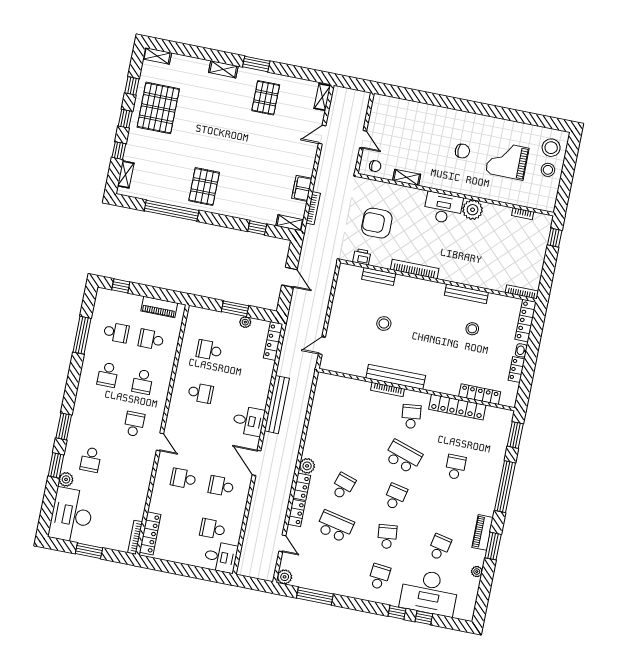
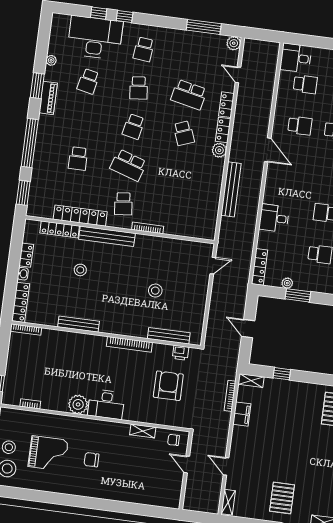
door: (322, 135) -> (226, 466), swing flipped
armchair: (377, 223) -> (168, 386), turned -90
bench: (379, 276) -> (169, 336), width x1.36
stool: (472, 329) -> (80, 270), moved
bench: (396, 377) -> (107, 236), moved
bench: (277, 405) -> (231, 189), moved
desk: (249, 421) -> (274, 218), moved
school desk: (343, 486) -> (184, 133), turned -39

